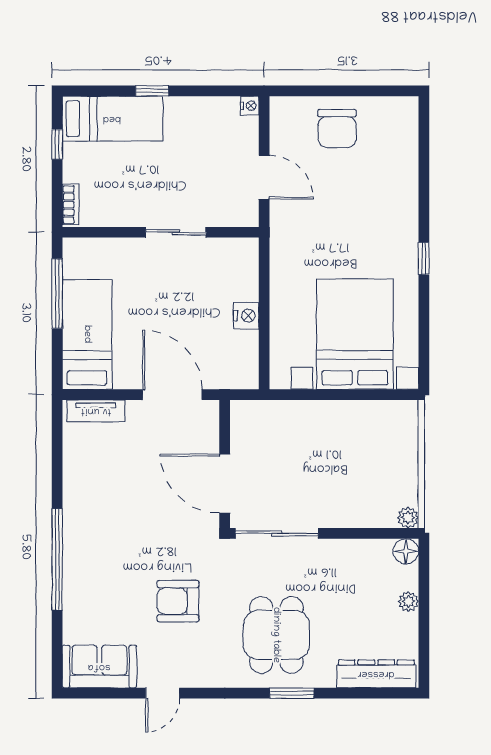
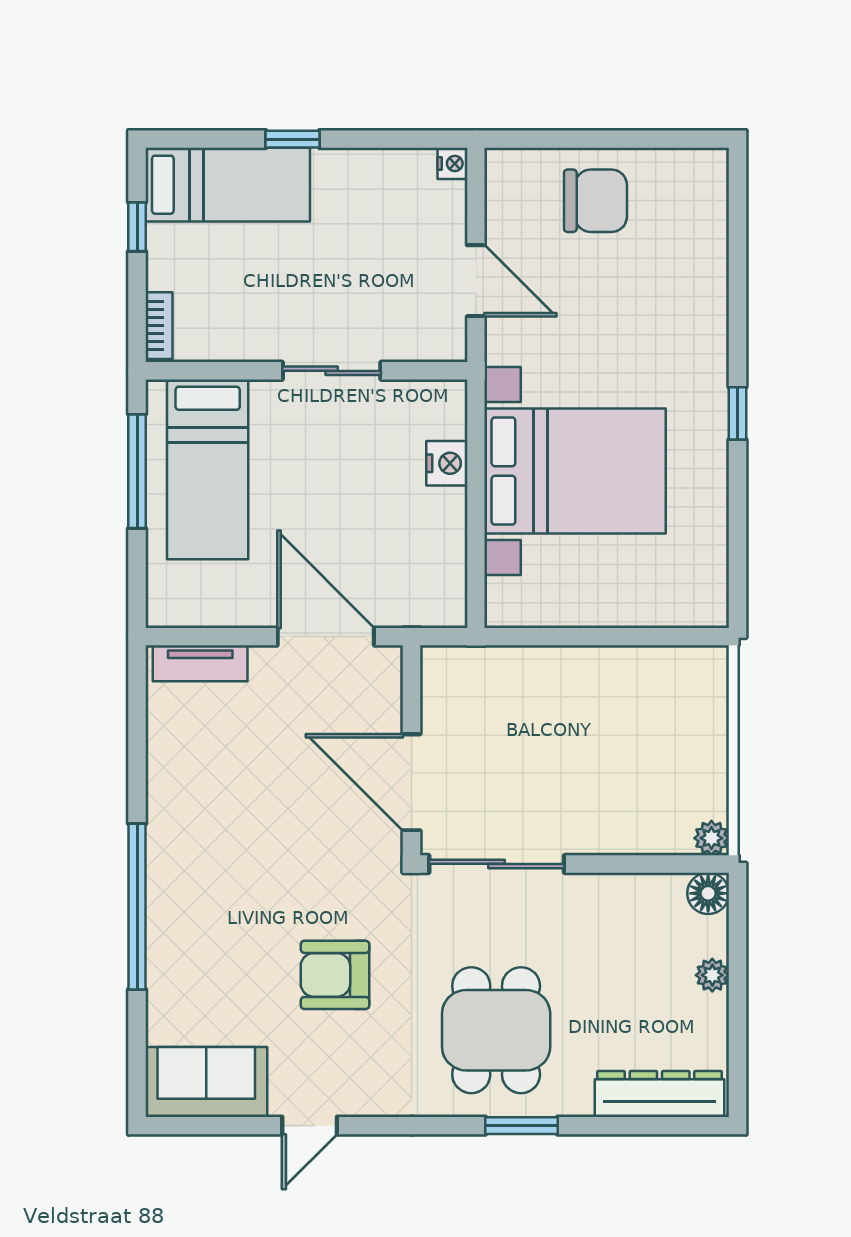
chair: (337, 128) -> (595, 201), turned -90
nightstand: (246, 316) -> (447, 463), moved
bed: (87, 334) -> (208, 469), moved, turned 180
bed with nightstands: (355, 334) -> (575, 471), moved, turned 90

